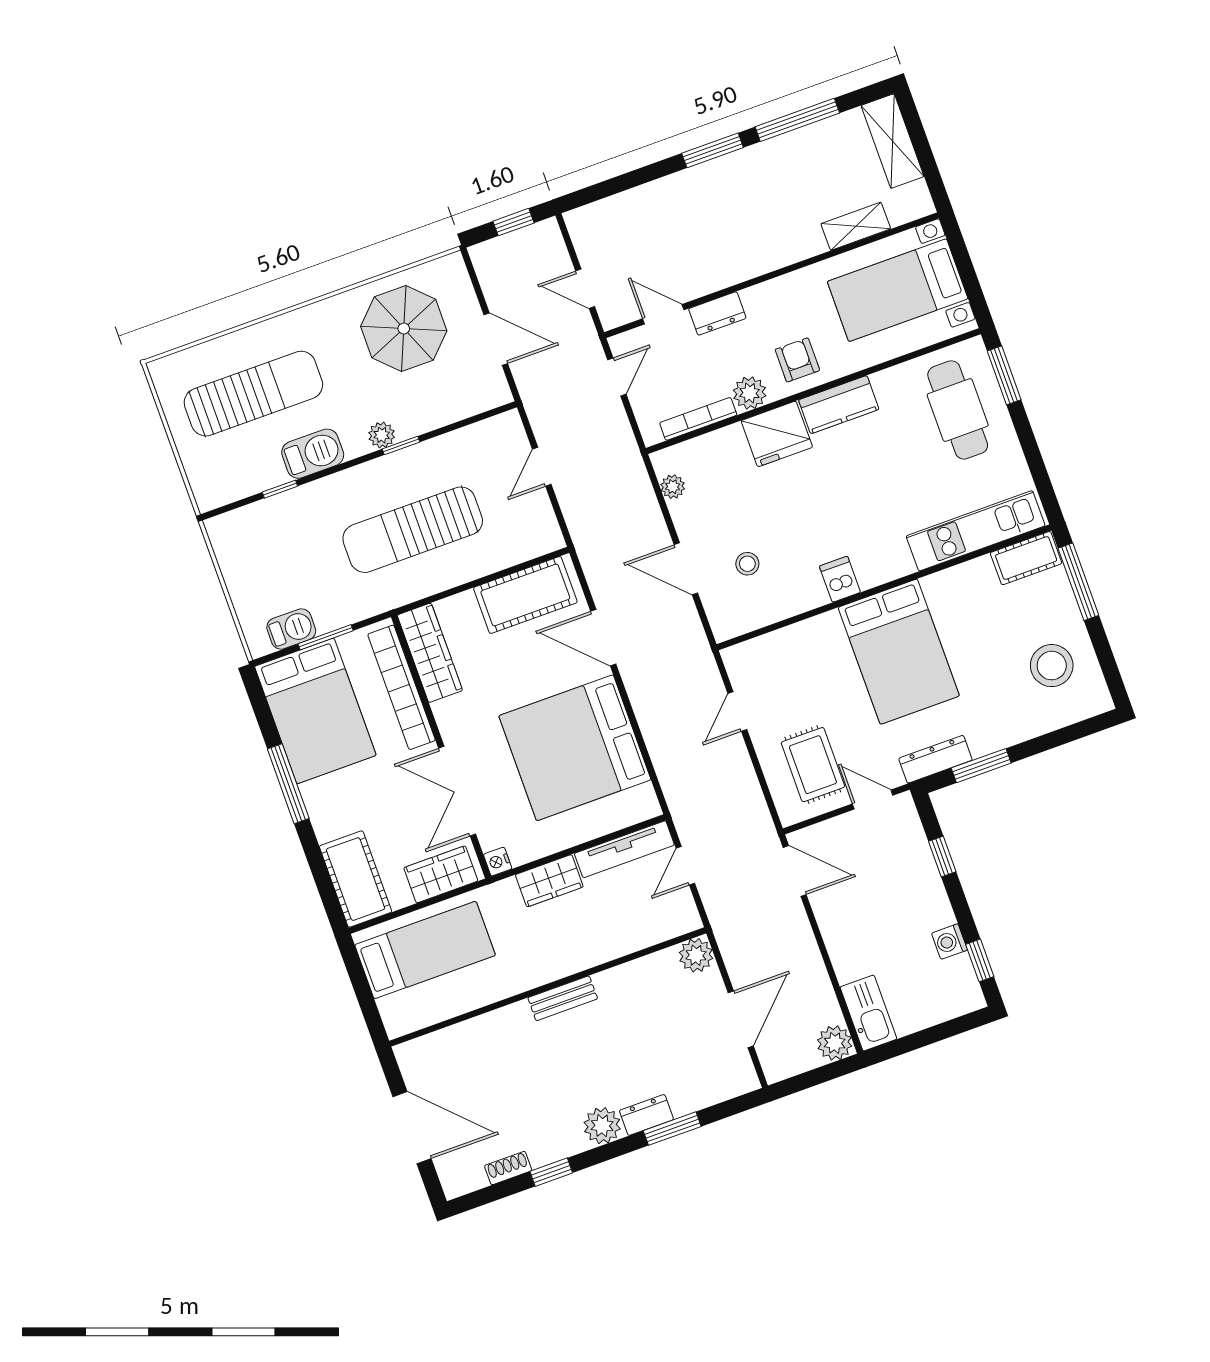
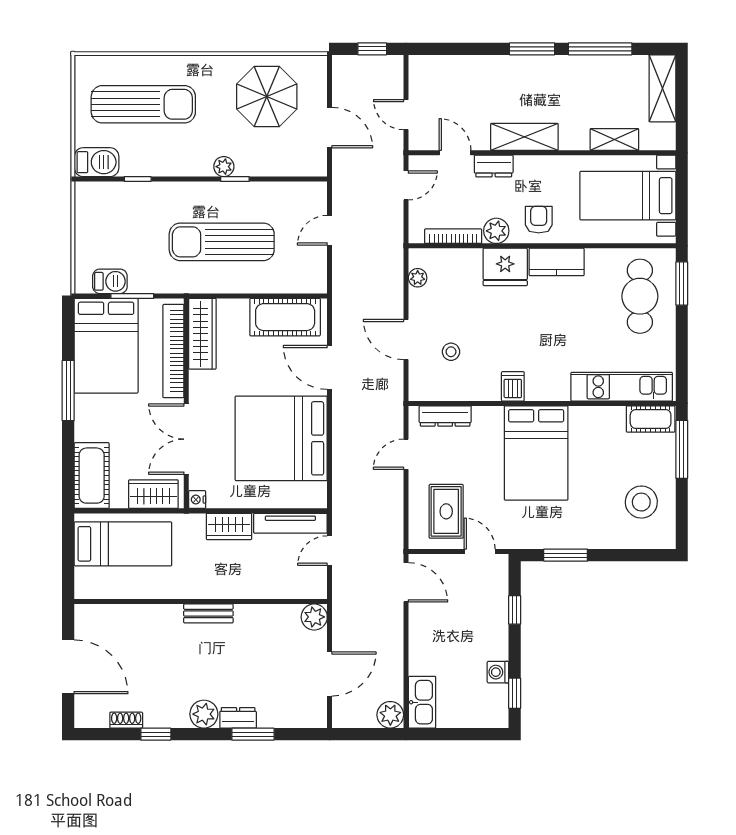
shelving: (743, 263) -> (524, 137), added
barbecue: (313, 454) -> (97, 162), moved
dresser: (935, 759) -> (445, 416), moved, turned 180

